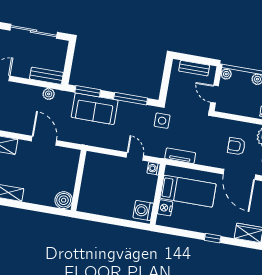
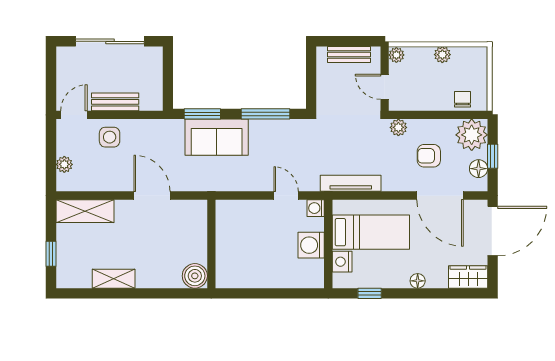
bench: (46, 76) -> (115, 102), moved
plant: (49, 94) -> (398, 127), moved
side table: (162, 121) -> (110, 137), moved
tv unit: (180, 156) -> (351, 183), width x1.41
washing machine: (143, 210) -> (311, 245), moved
floor lamp: (214, 230) -> (418, 281), added
window: (213, 238) -> (370, 293), moved

